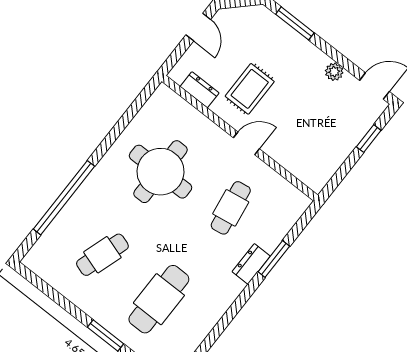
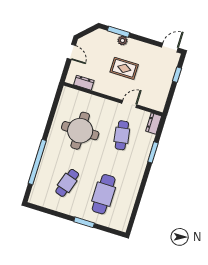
plant: (334, 72) -> (122, 40), moved
rug: (250, 89) -> (124, 68), moved, turned 90
door: (246, 143) -> (129, 104), moved
dresser: (251, 264) -> (154, 124), moved

